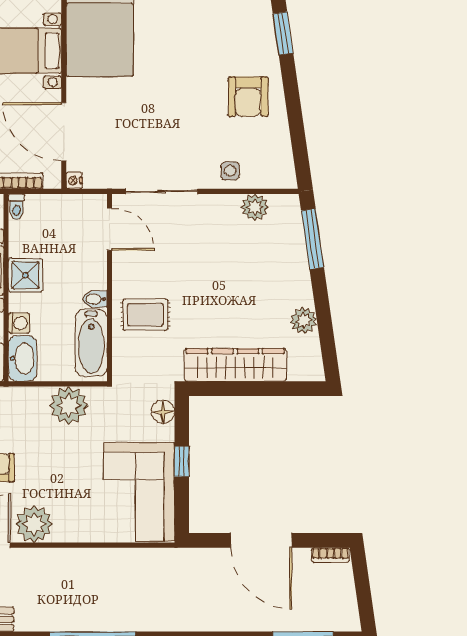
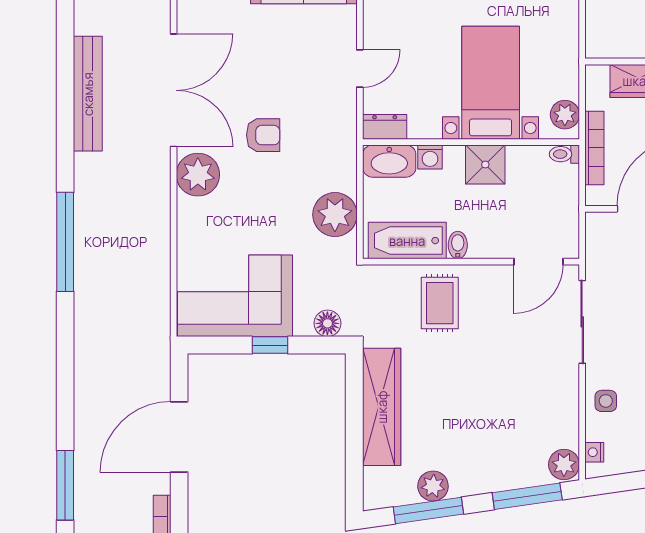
nightstand: (74, 180) -> (594, 452), moved, turned -90
plant: (255, 207) -> (564, 465), moved
window: (325, 325) -> (428, 510), added

